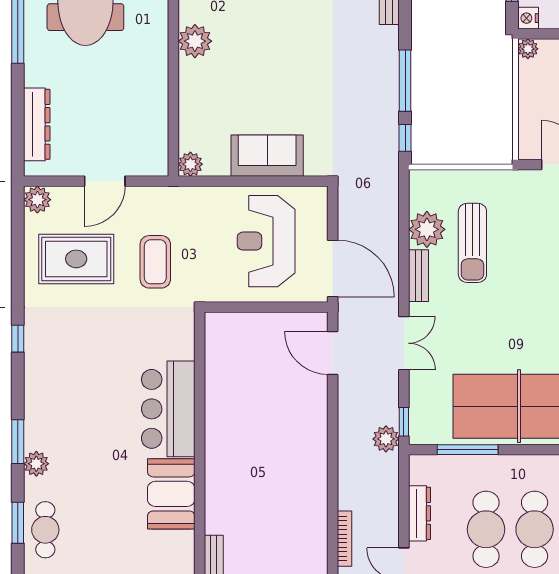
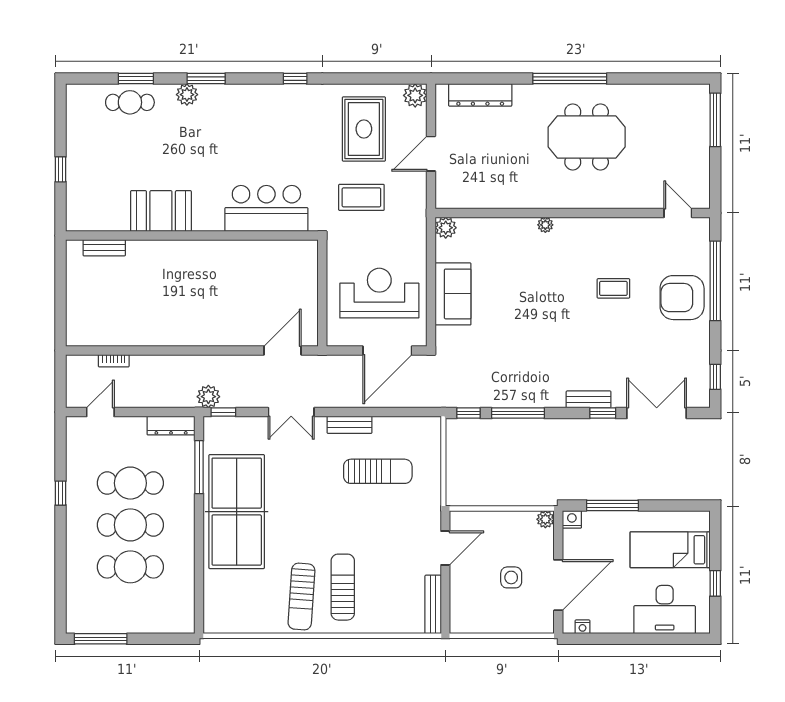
plant: (195, 41) -> (545, 225), width x0.53, depth x0.53
door: (105, 181) -> (431, 154), hinge flipped
plant: (427, 229) -> (389, 432), removed
sun lounger: (472, 243) -> (378, 471), turned 180
door: (333, 268) -> (387, 350), moved
bar counter: (168, 409) -> (266, 208), moved
dresser: (419, 513) -> (171, 426), moved
bookcase: (344, 539) -> (114, 361), width x0.64

